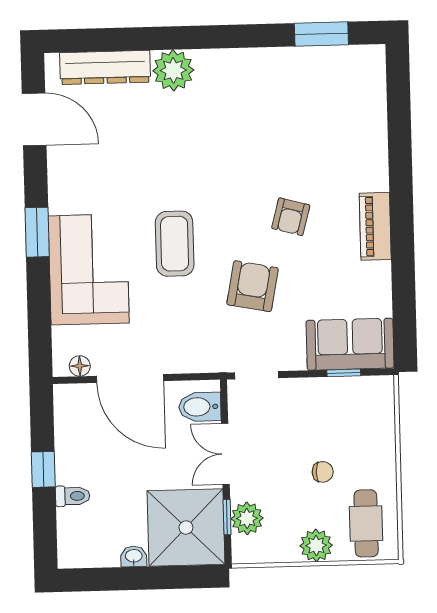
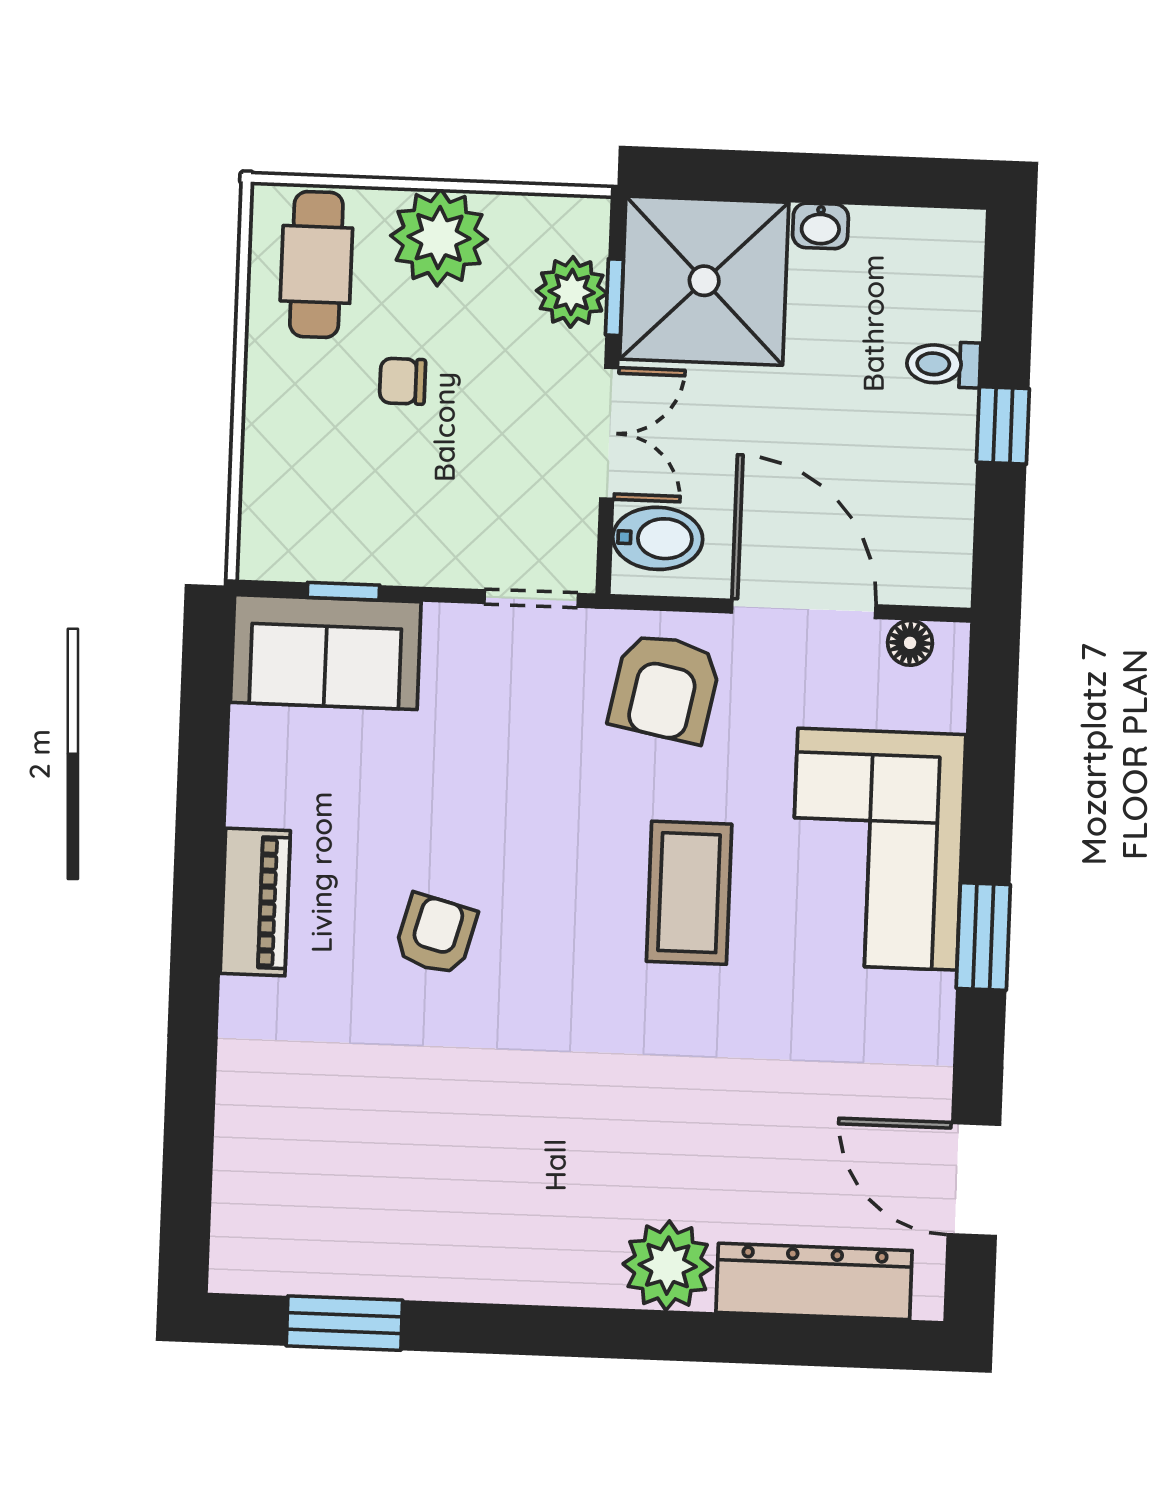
armchair: (253, 286) -> (665, 687), moved
plant: (316, 545) -> (439, 237), width x1.36, depth x1.36

